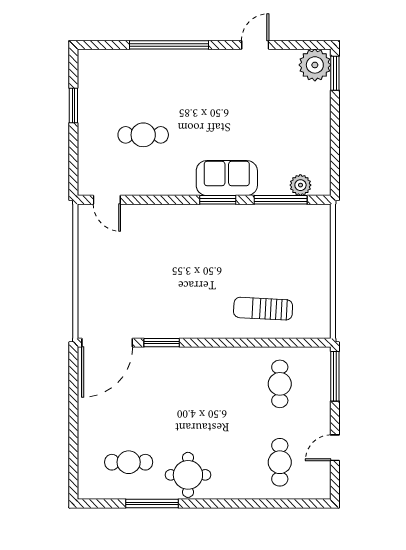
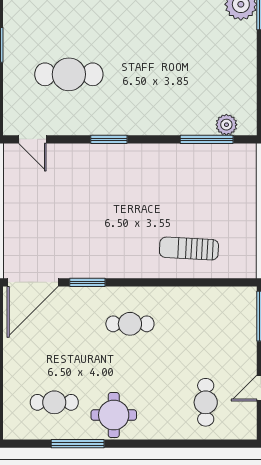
cafe table: (143, 135) -> (69, 74), width x1.37, depth x1.35
sofa: (227, 178) -> (153, 118), removed
window: (218, 200) -> (109, 139), moved
cafe table: (280, 384) -> (130, 324), moved, turned 90

